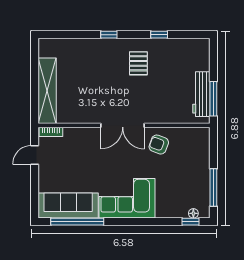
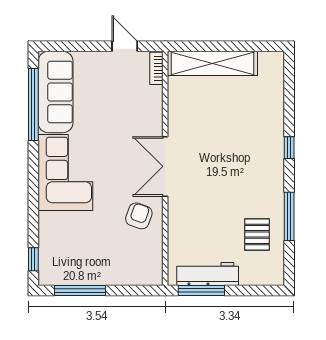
window: (159, 35) -> (289, 216), width x2.17
pallet: (138, 63) -> (257, 234), moved, turned 90
floor lamp: (193, 213) -> (45, 263), removed

